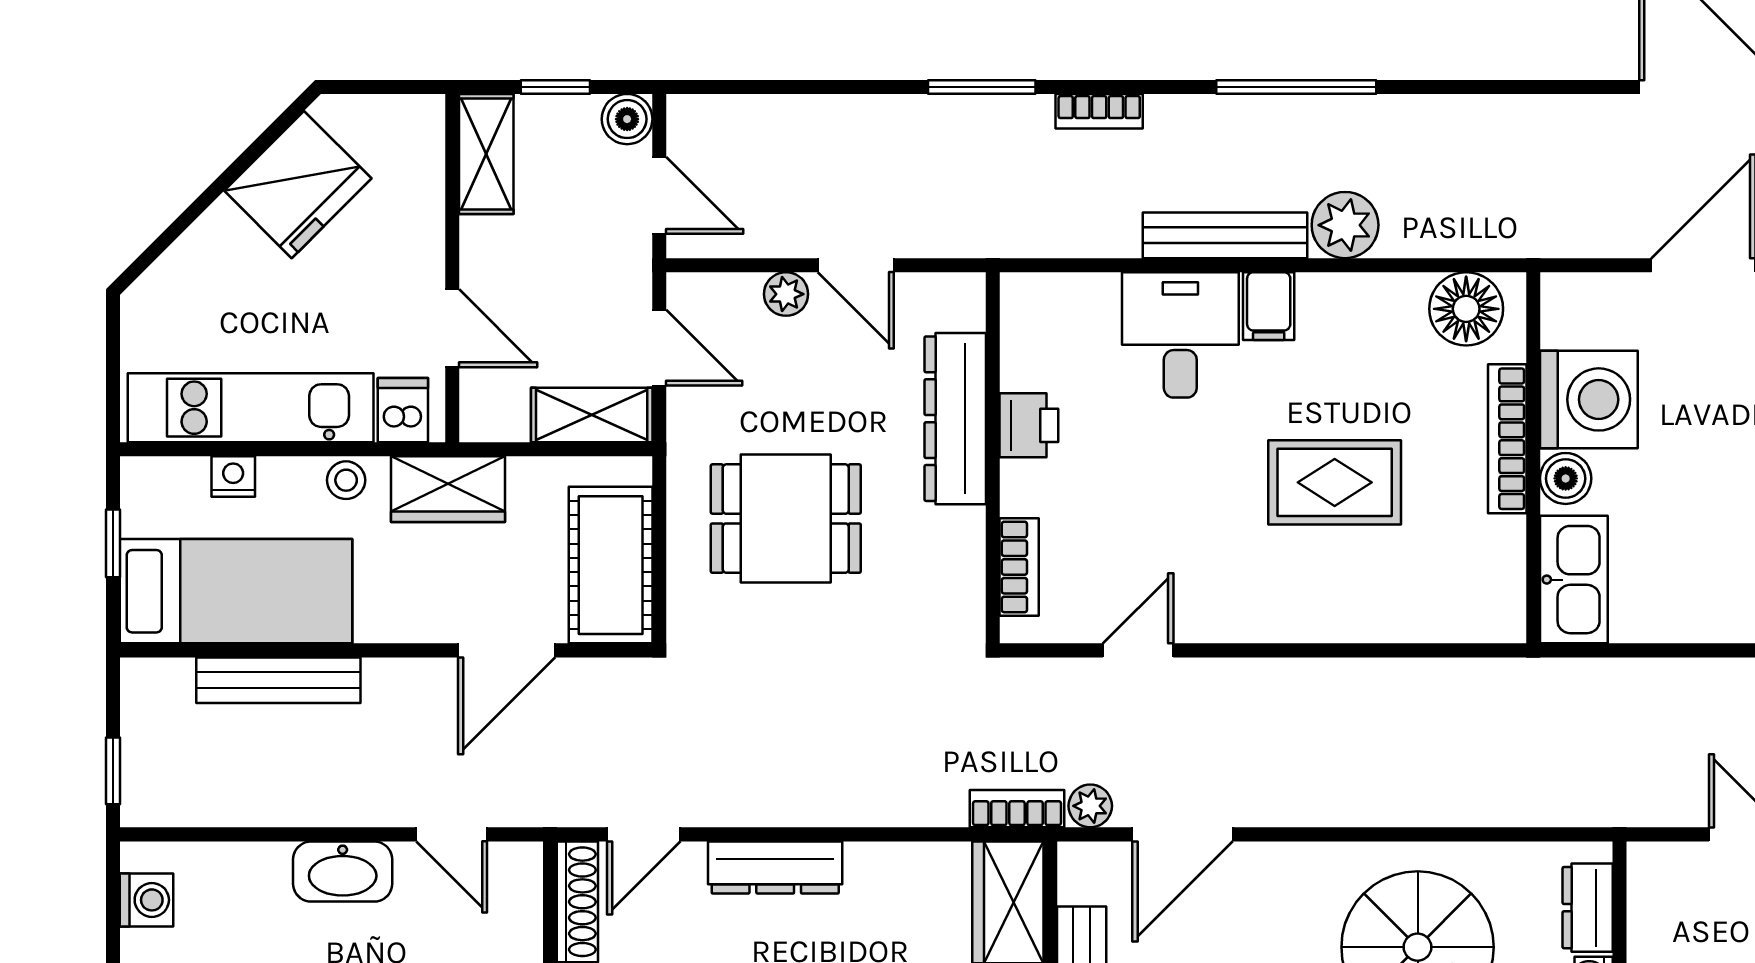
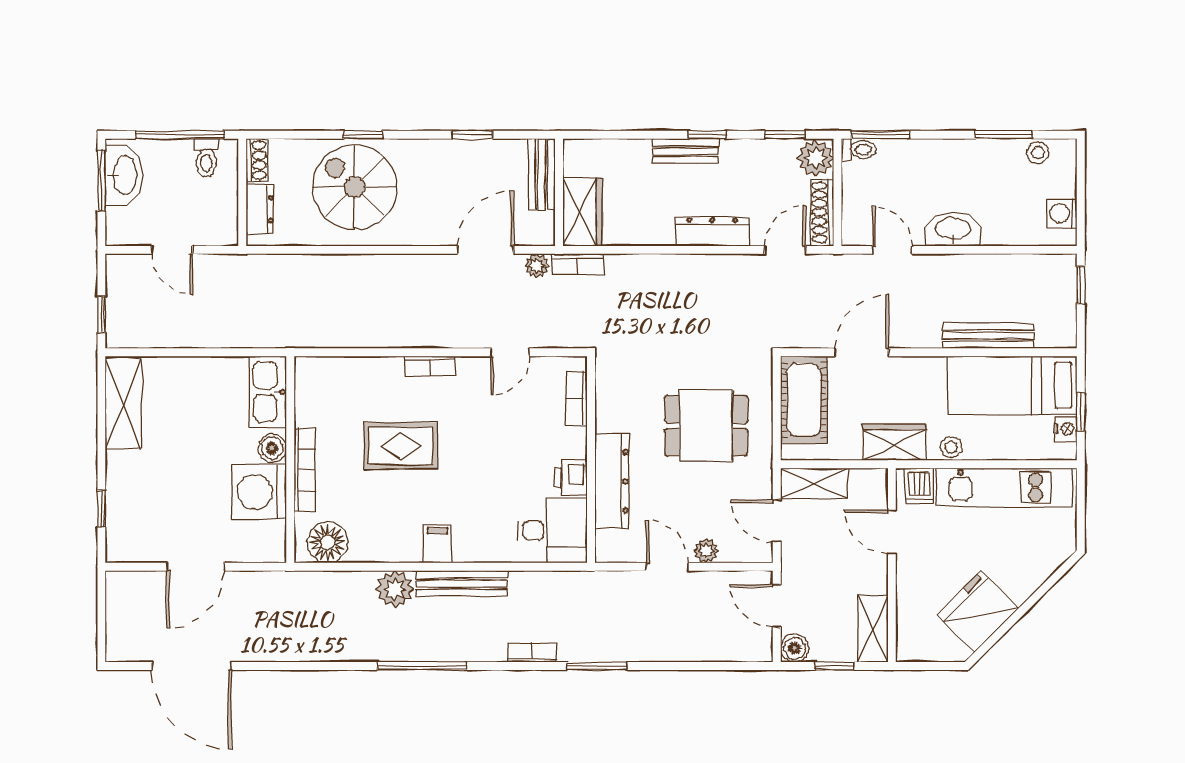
desk: (1180, 335) -> (552, 530), moved, turned -90
nightstand: (233, 476) -> (1066, 429), moved, turned -90
bookcase: (1282, 625) -> (430, 366), added

